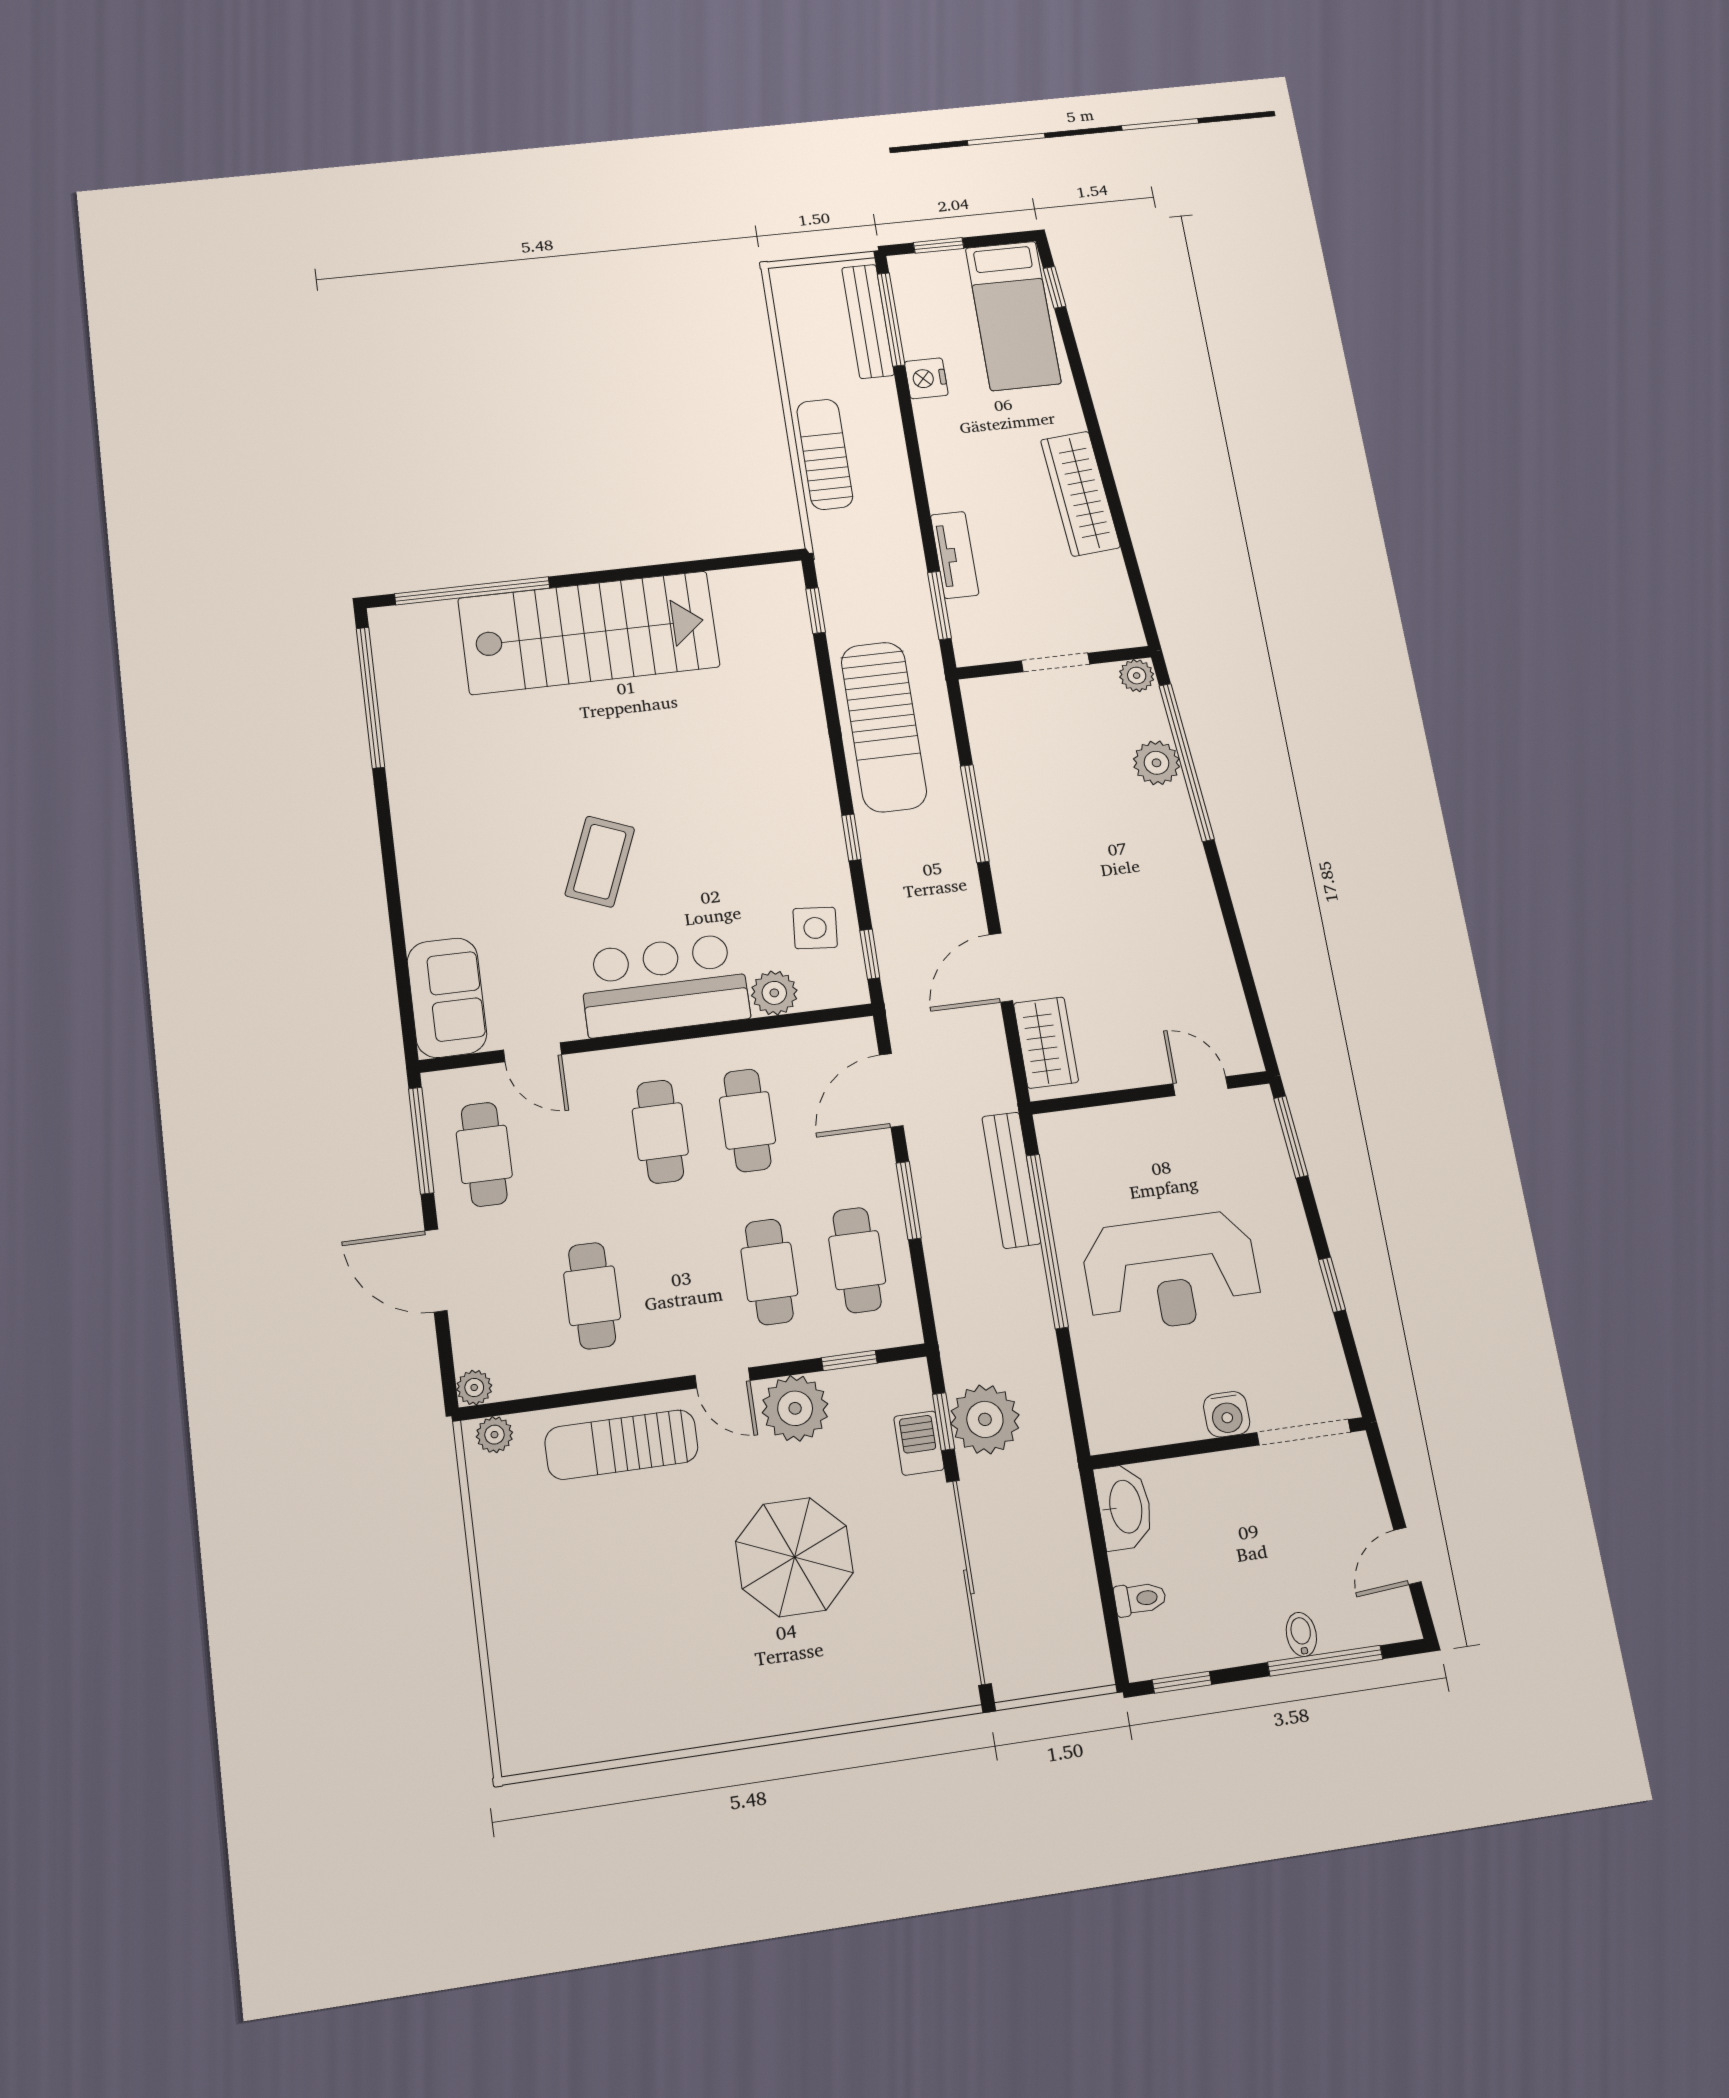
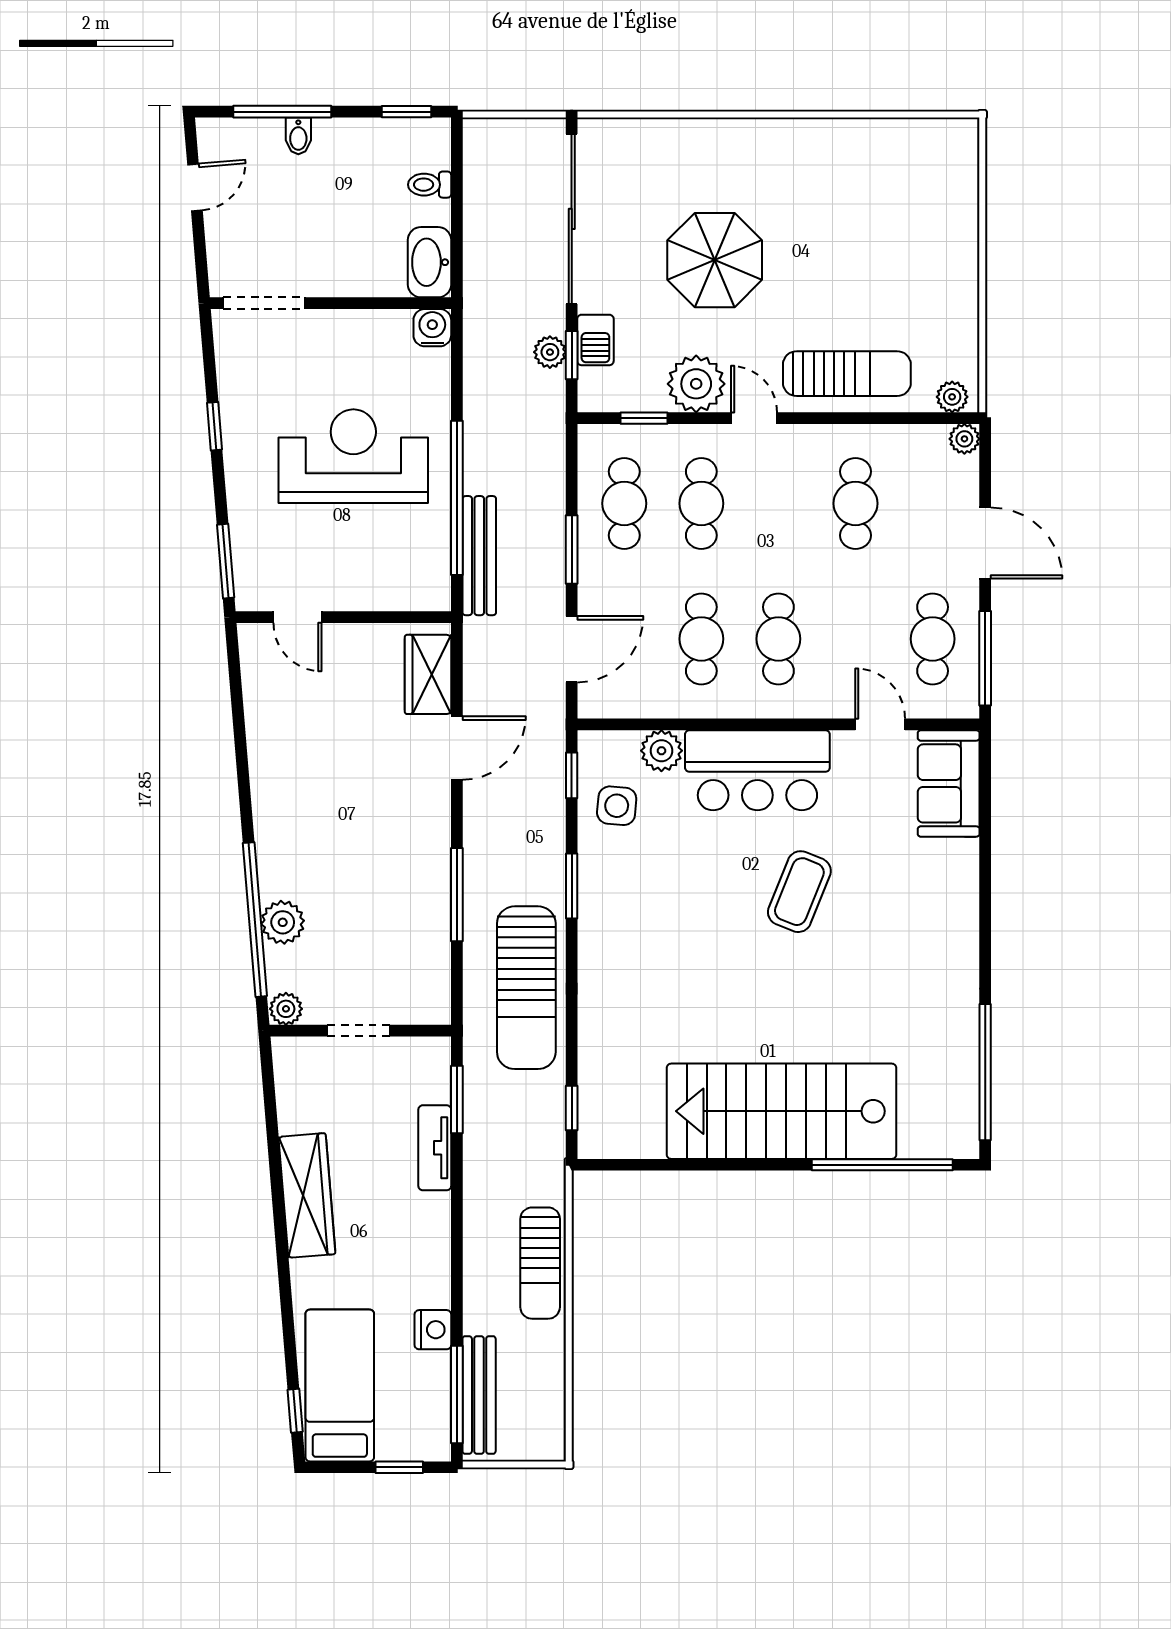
sun lounger: (884, 727) -> (526, 988), turned 180
window: (851, 837) -> (572, 886), width x1.50
water cooler: (1227, 1414) -> (432, 328), moved
plant: (985, 1419) -> (550, 352), width x0.53, depth x0.53

